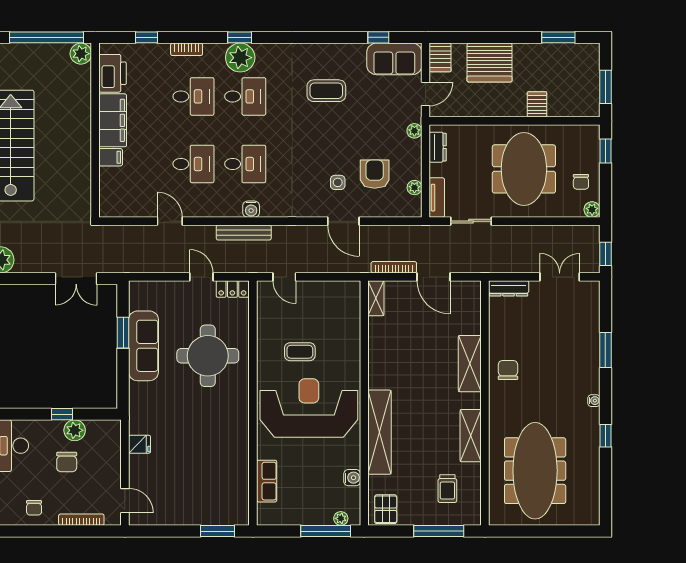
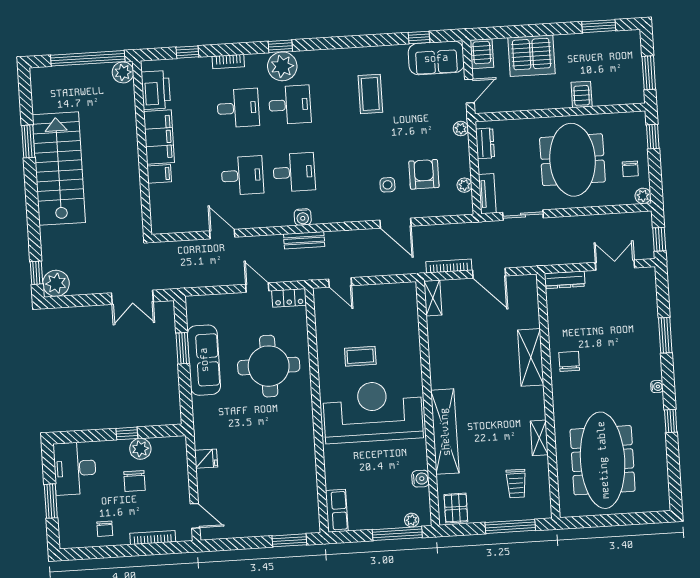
coffee table: (326, 91) -> (370, 94), turned 90
bench: (244, 233) -> (304, 240), width x0.73
shelving: (471, 436) -> (539, 438), width x0.67, depth x0.75
row of seats: (267, 481) -> (337, 511), moved

